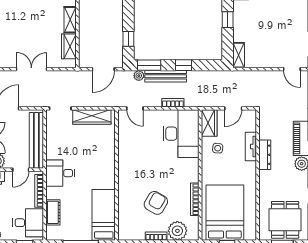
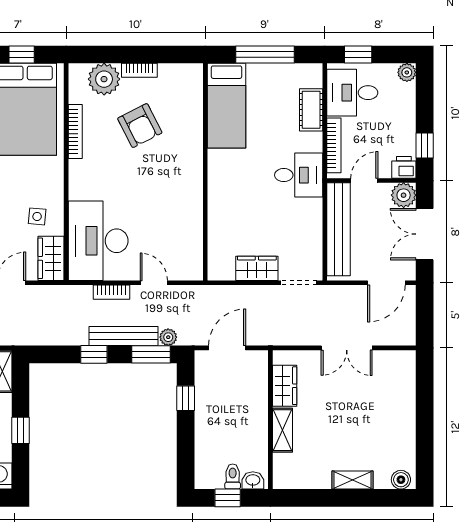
door: (135, 108) -> (154, 283), moved
wardrobe: (92, 117) -> (257, 268), width x0.67
armchair: (156, 203) -> (140, 126), turned -57

